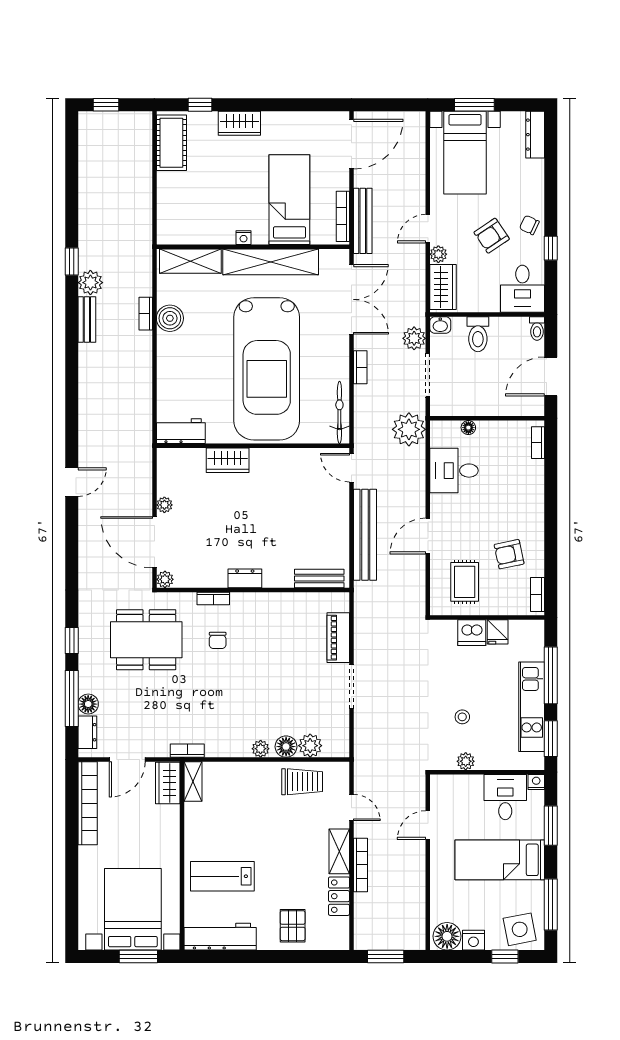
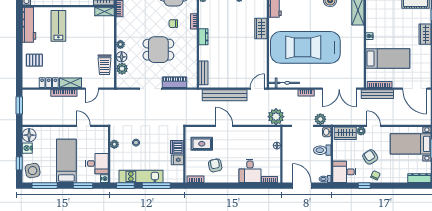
shelving: (271, 262) -> (358, 49), removed
desk: (454, 471) -> (250, 171), moved, turned 180
dining table: (271, 671) -> (158, 50), added

